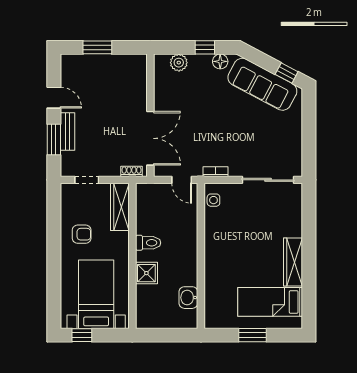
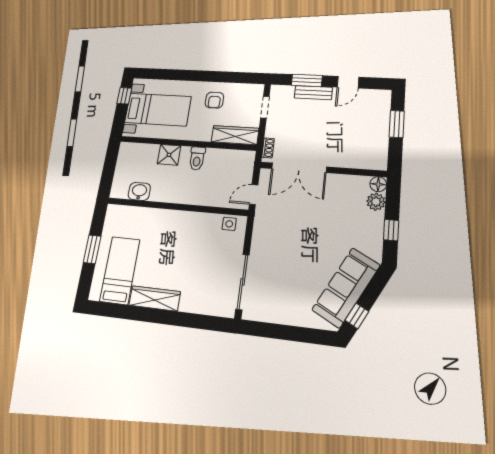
floor lamp: (220, 61) -> (378, 184), moved
bookcase: (216, 172) -> (258, 229), removed

